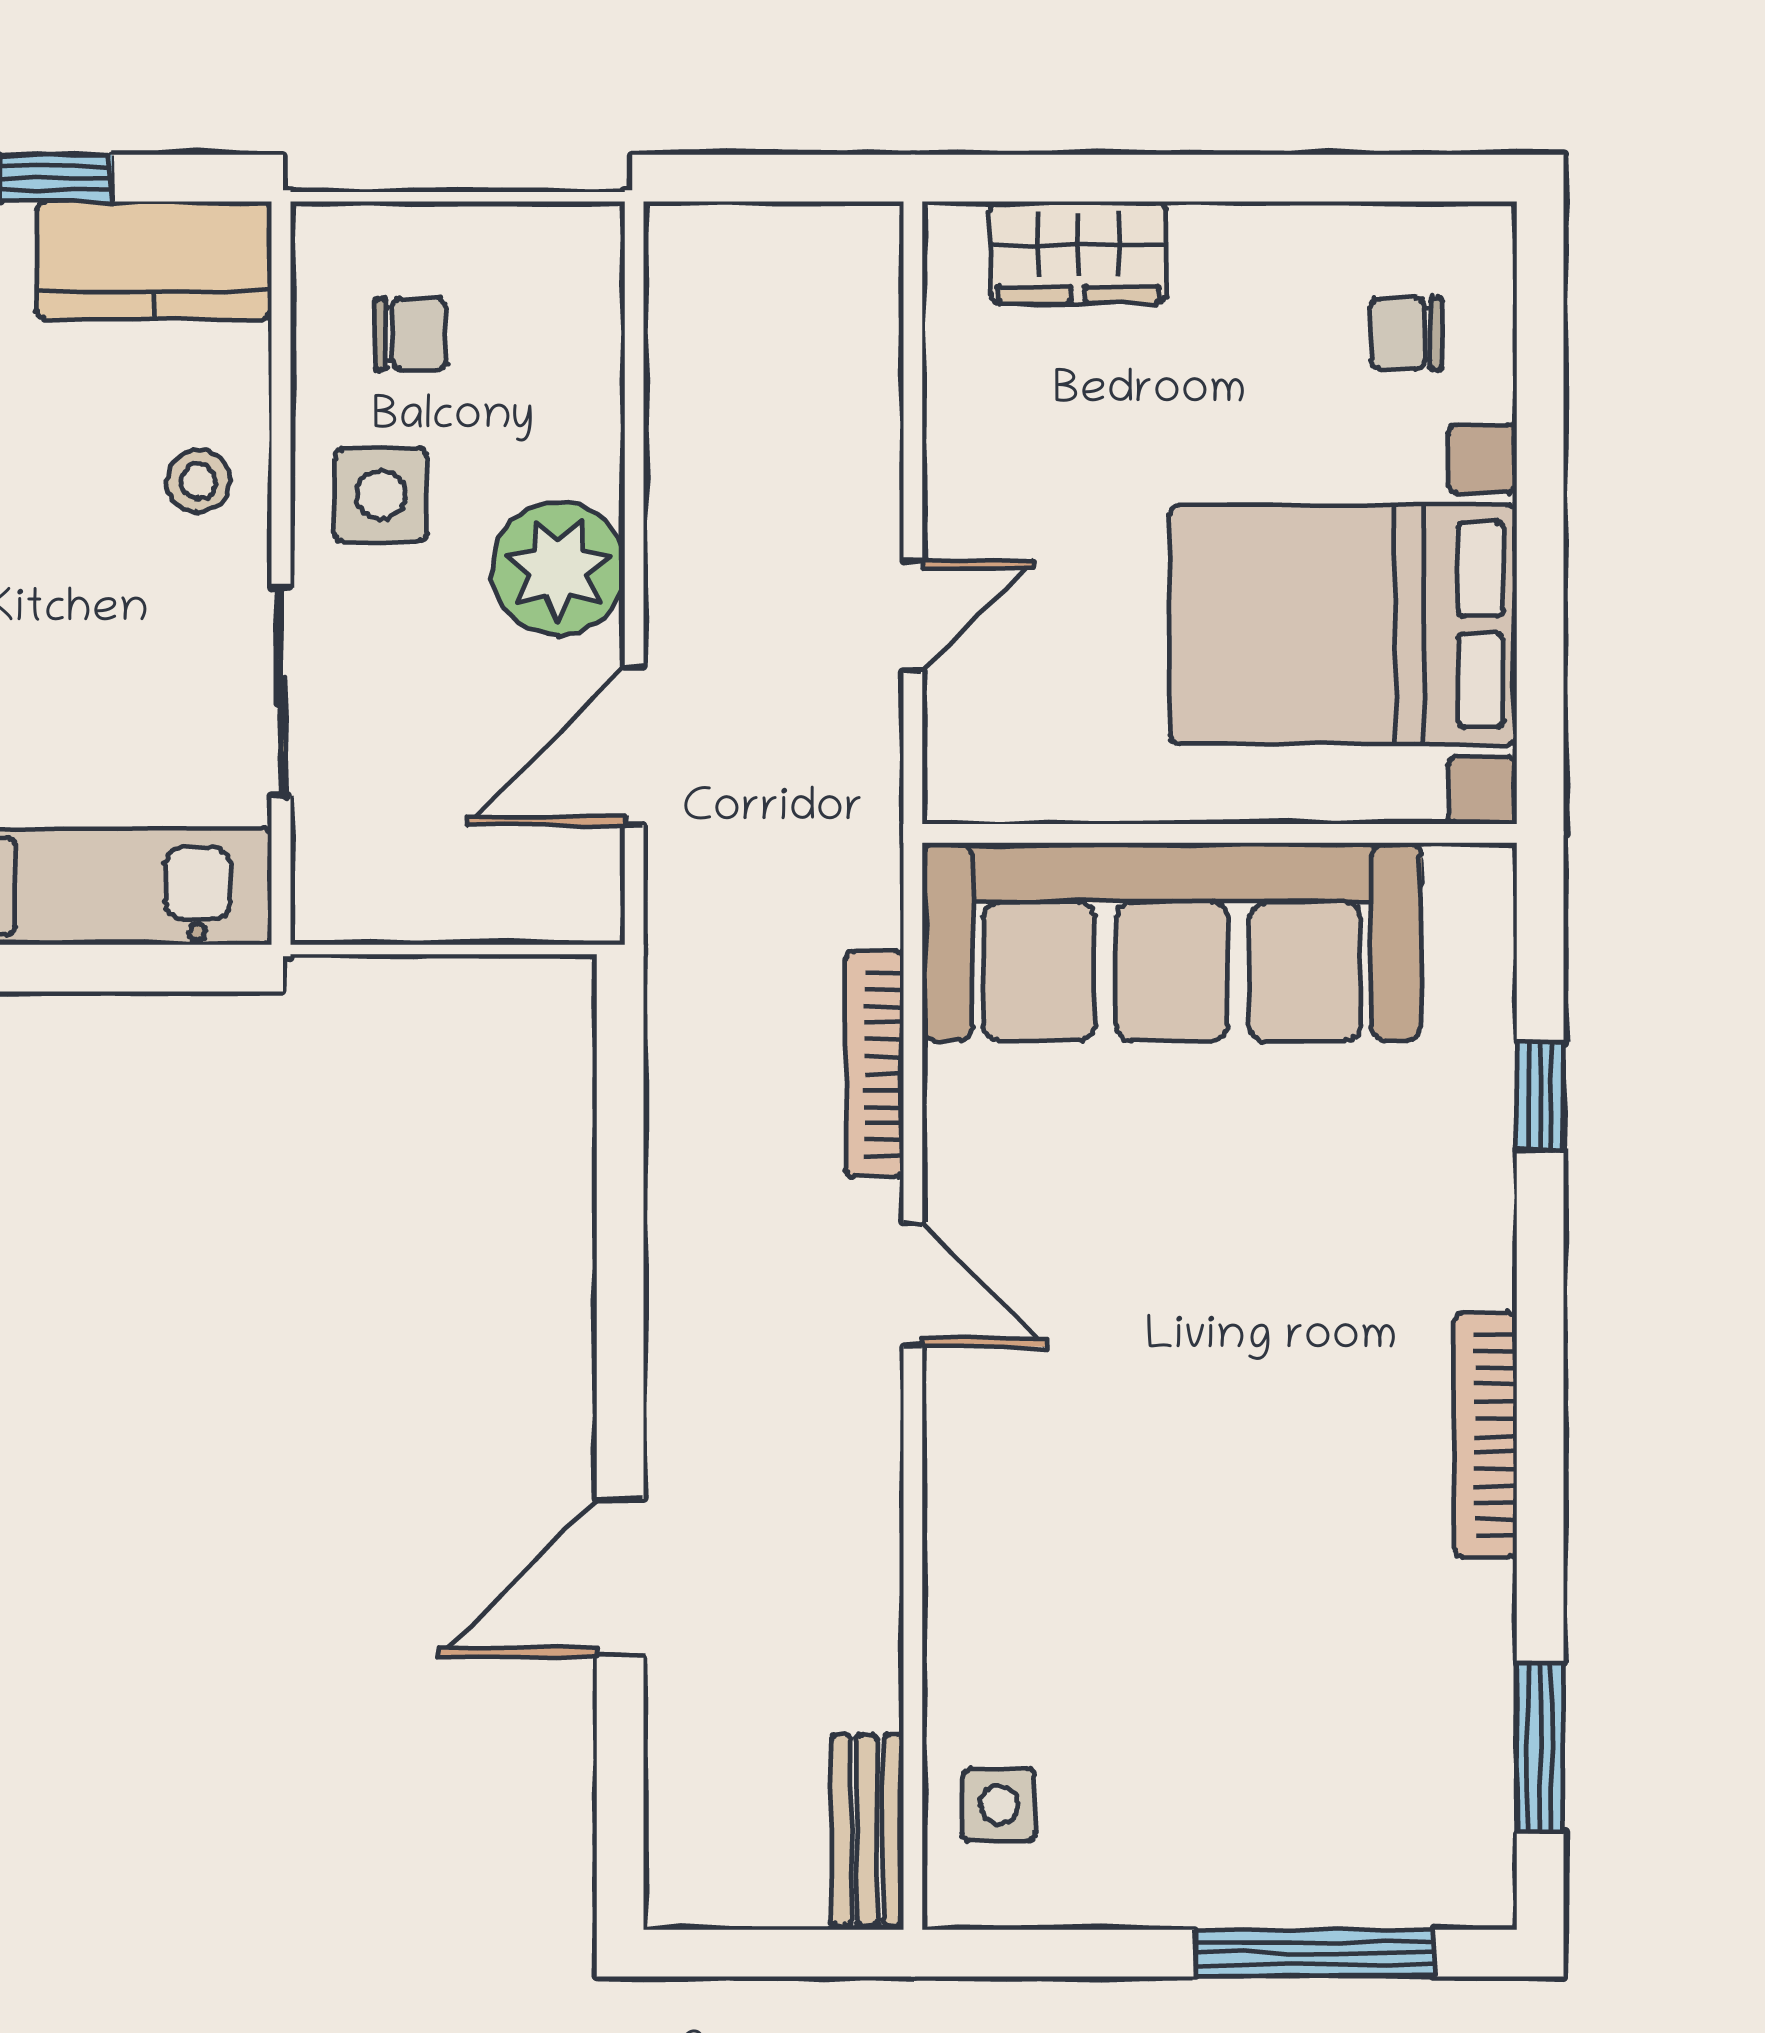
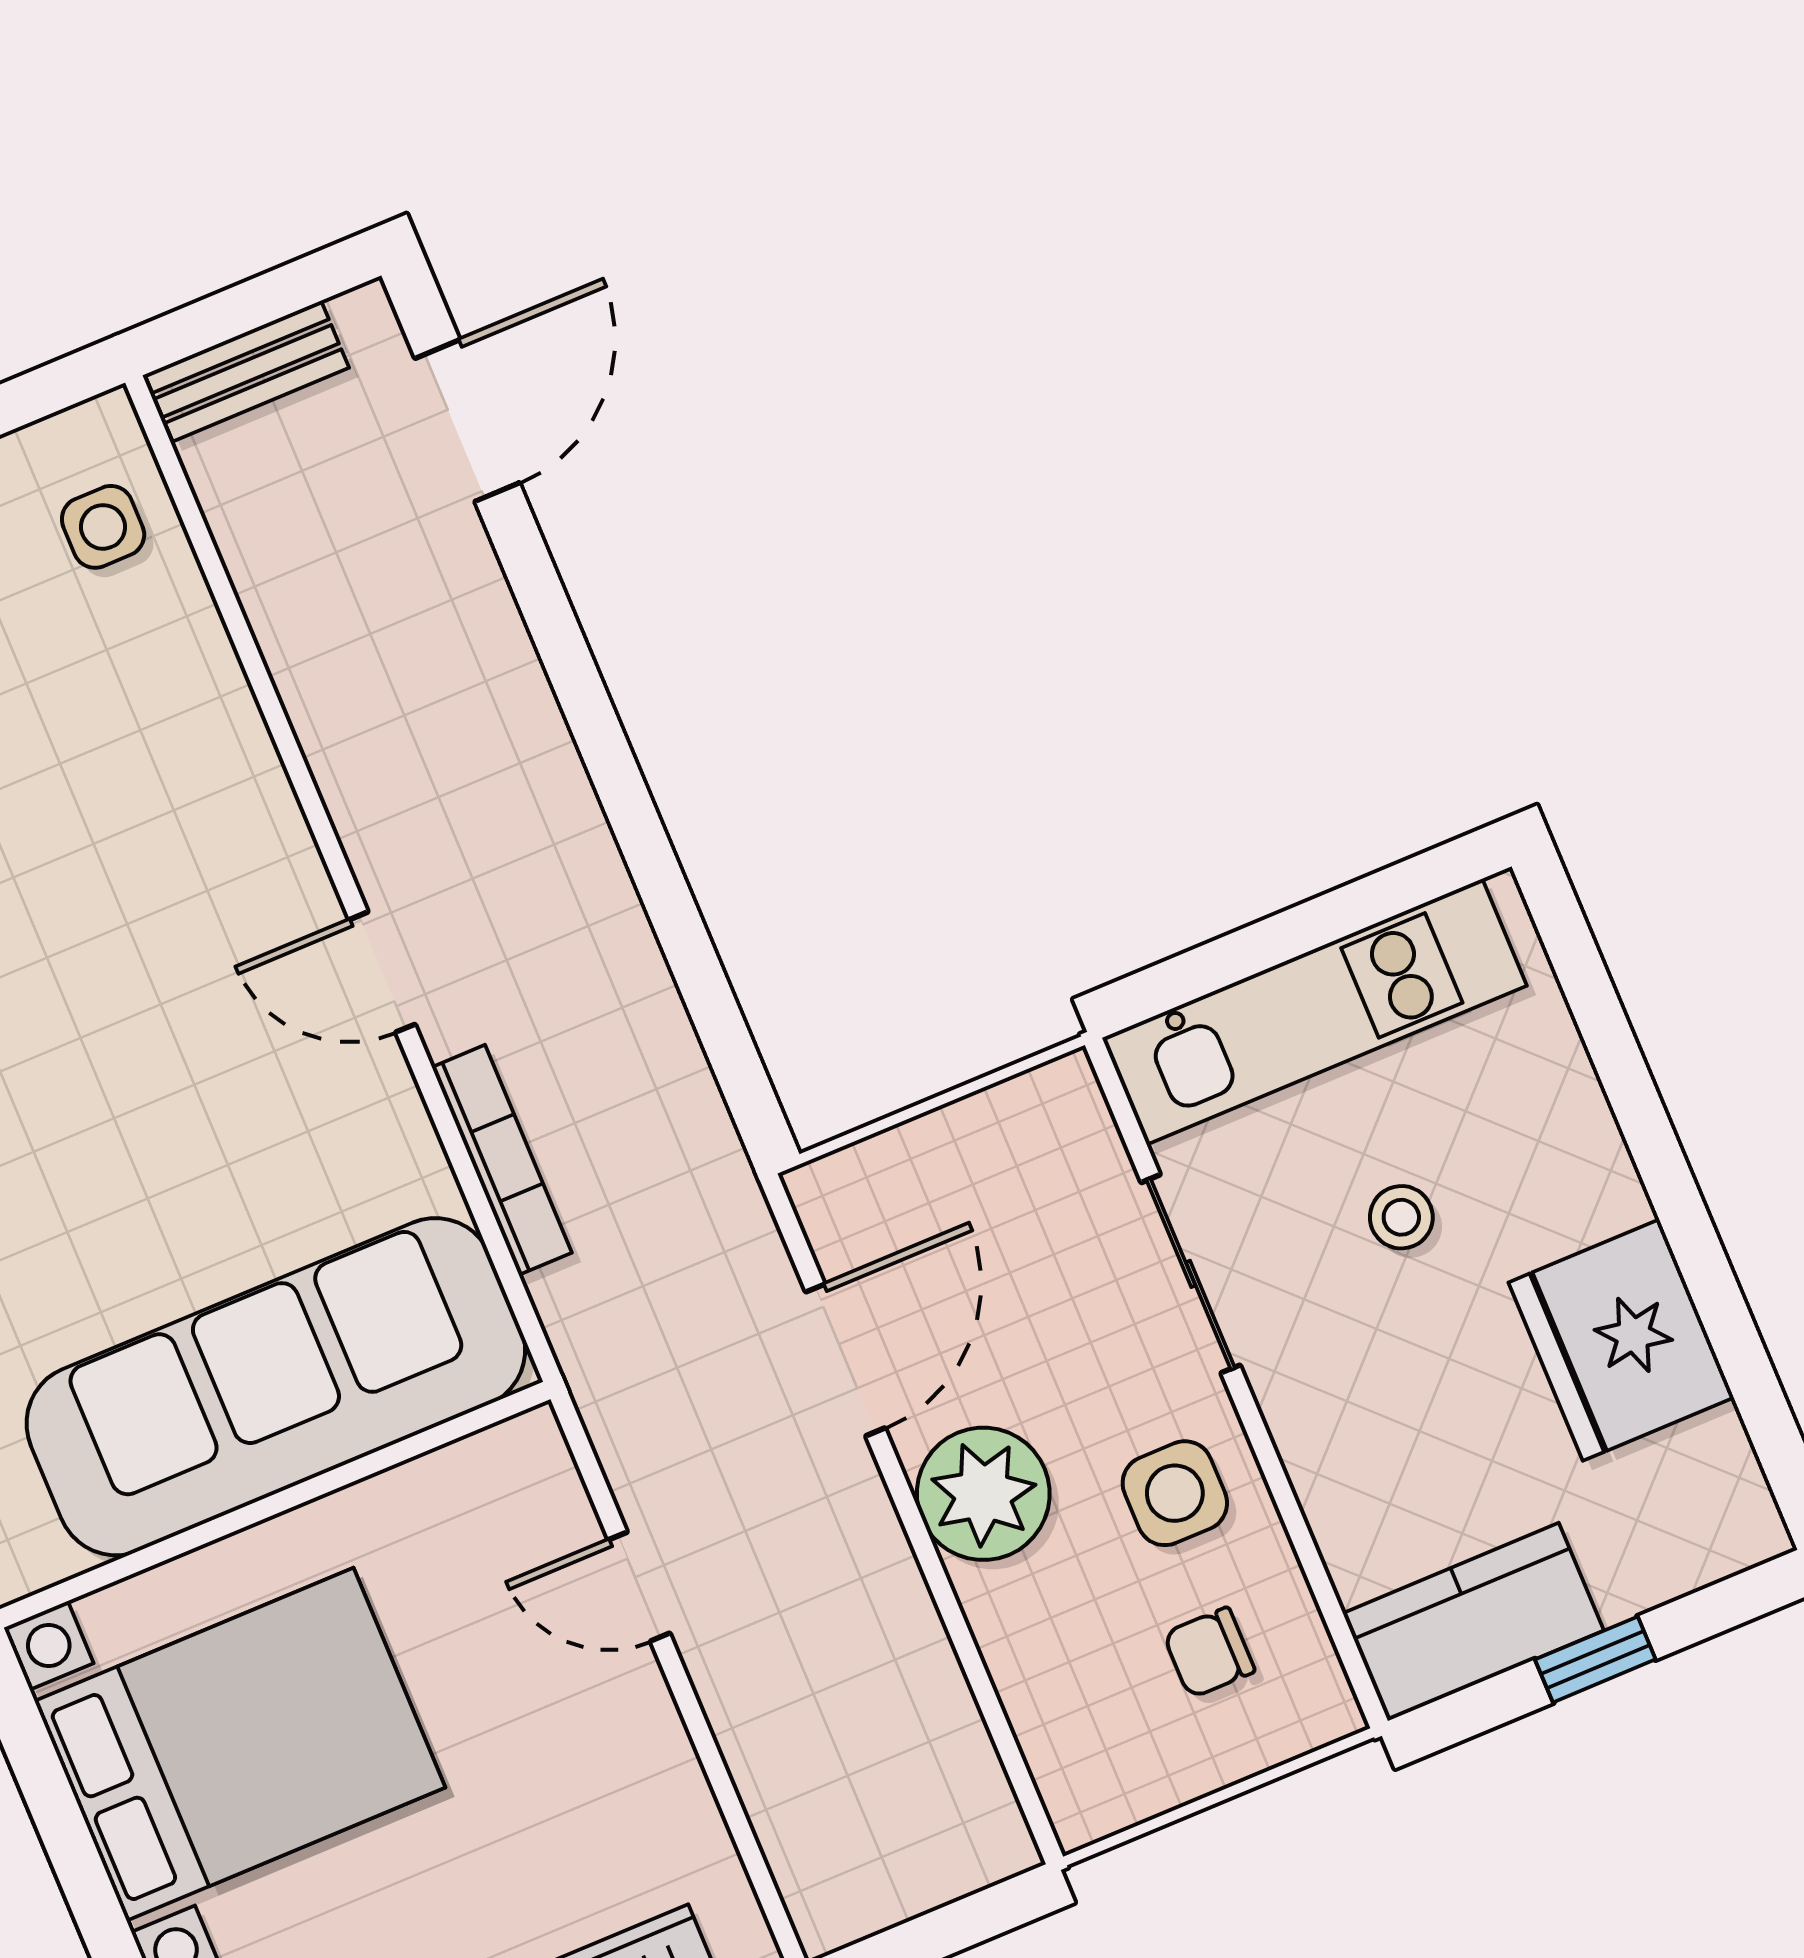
stool: (199, 481) -> (1401, 1217), moved
door: (913, 616) -> (639, 1587), hinge flipped
door: (620, 1578) -> (467, 420), moved
bench: (867, 1830) -> (247, 371), moved, turned 90

